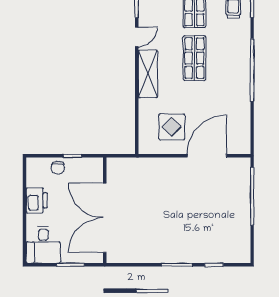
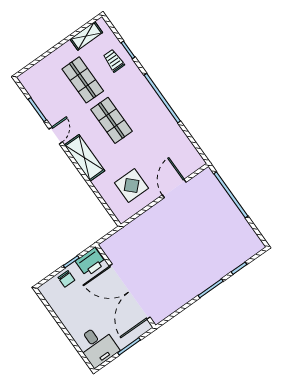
door: (207, 156) -> (174, 189), width x0.73
printer: (37, 200) -> (91, 262), moved, turned 90

